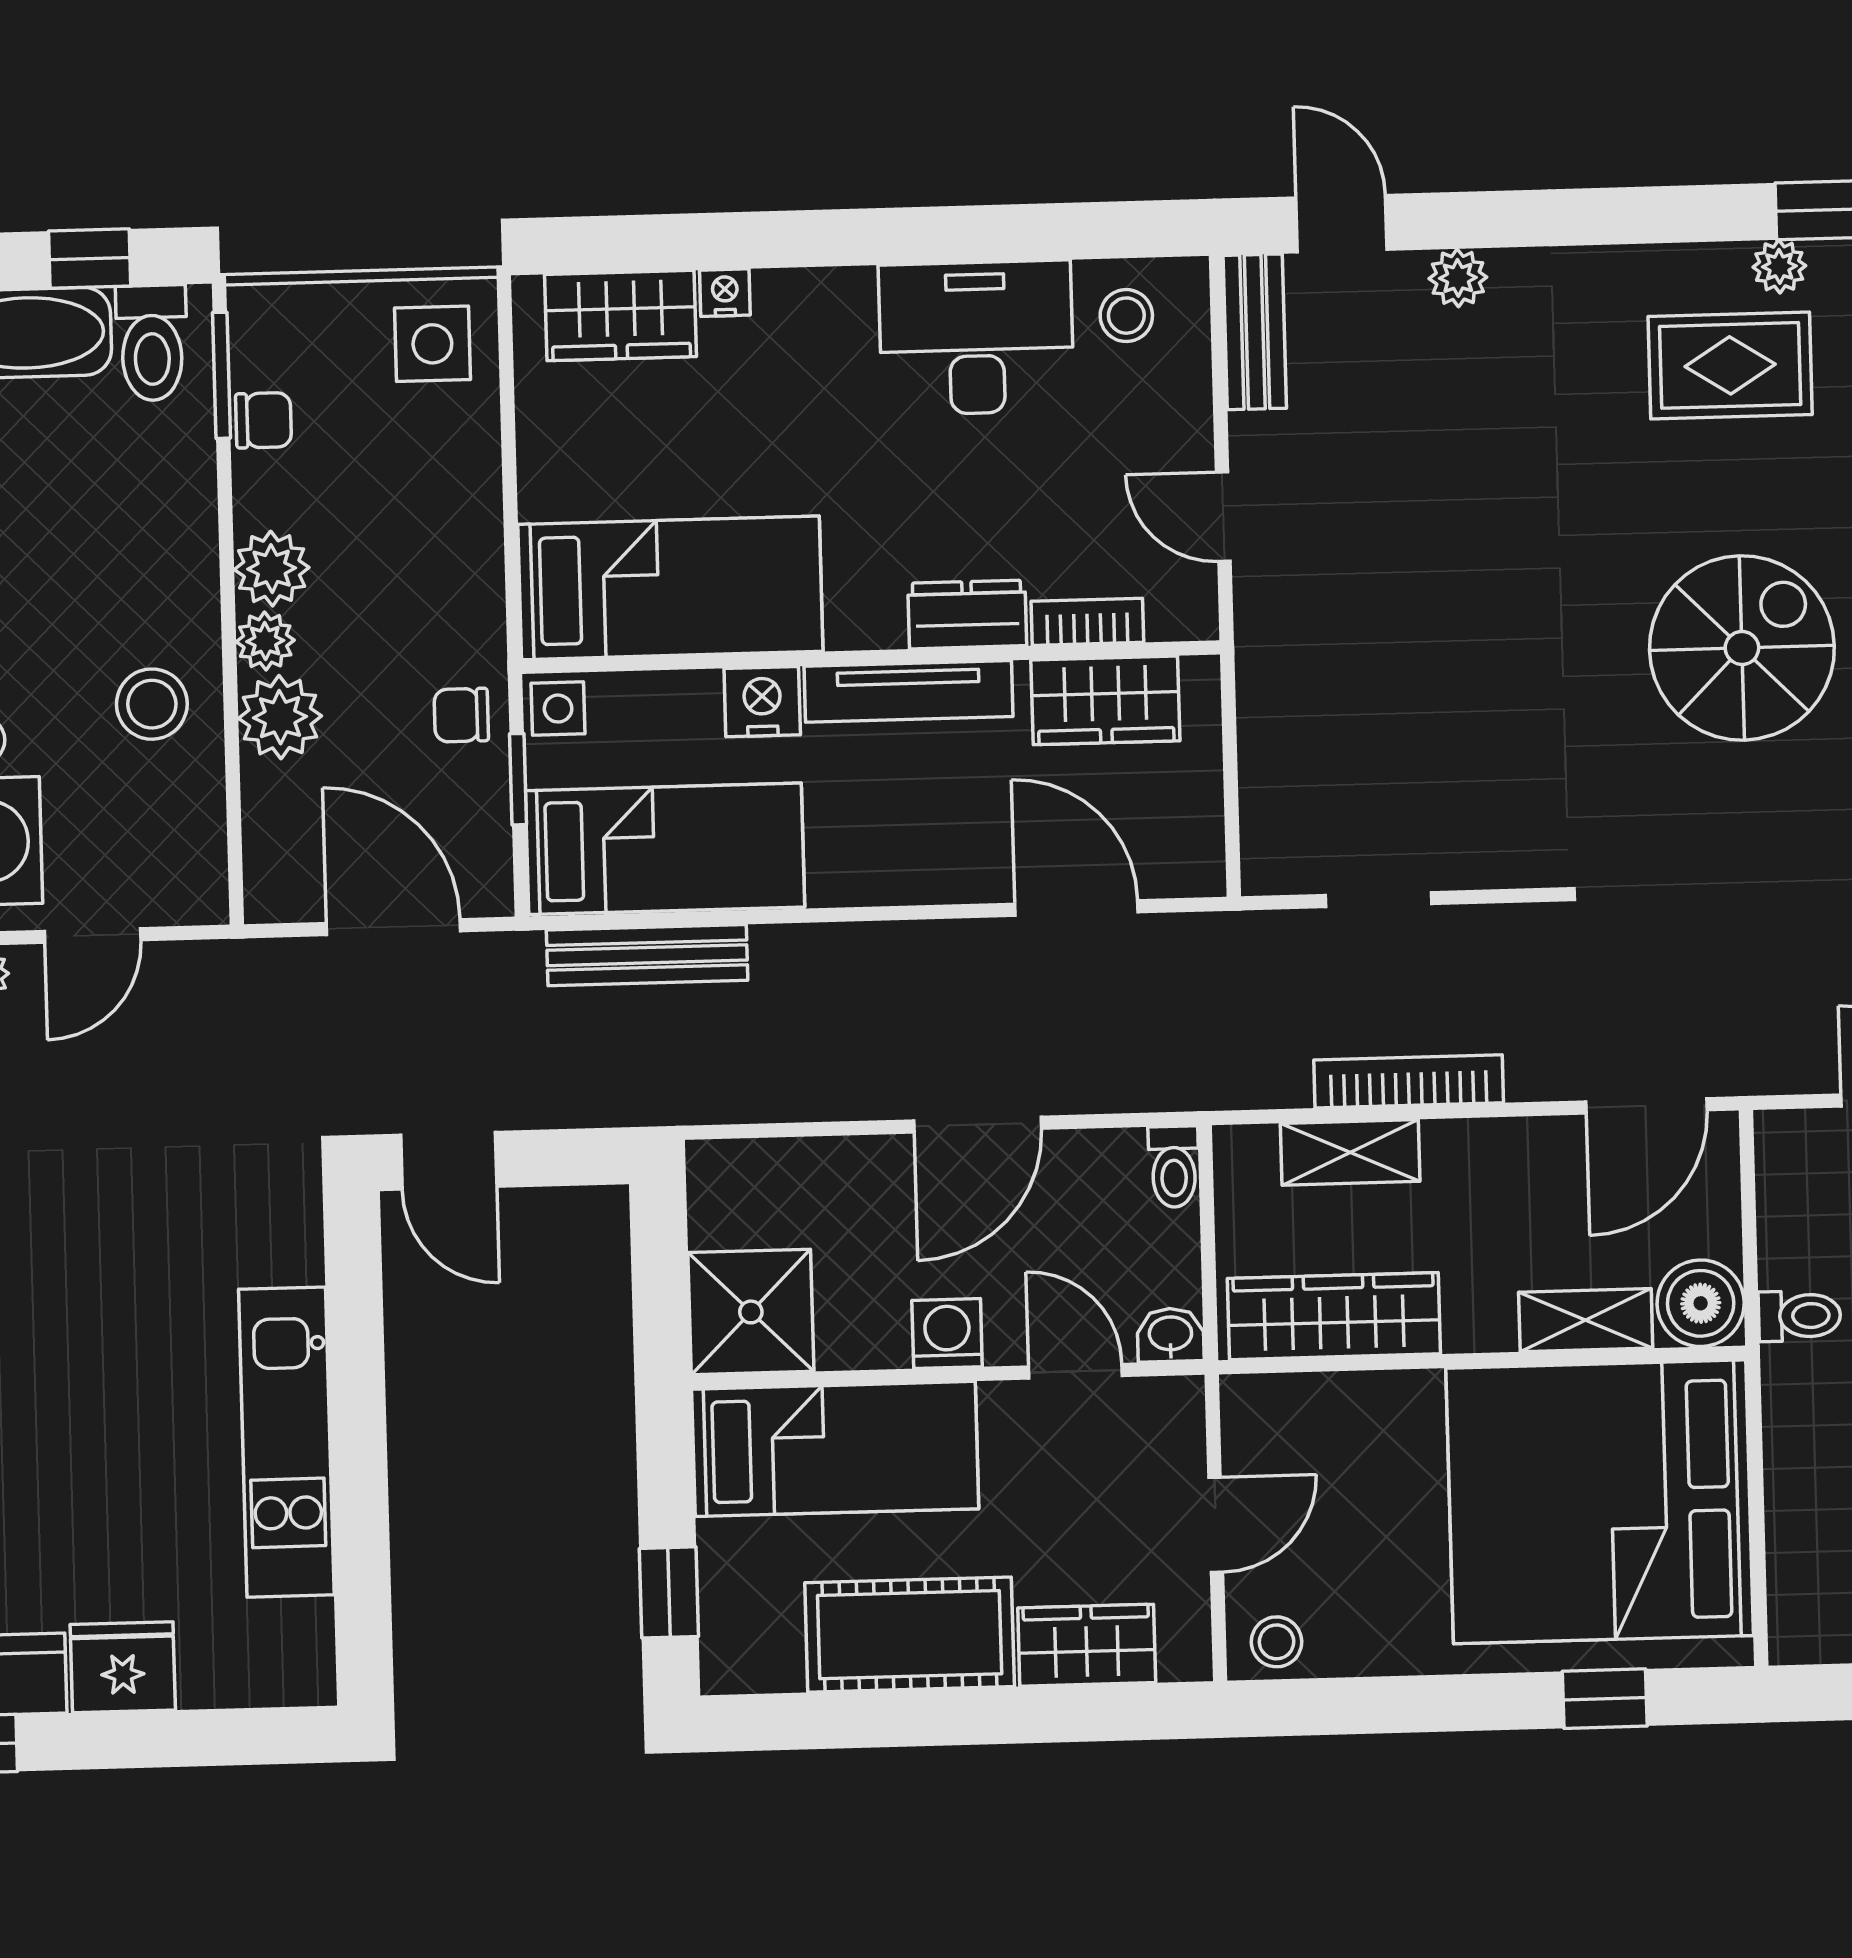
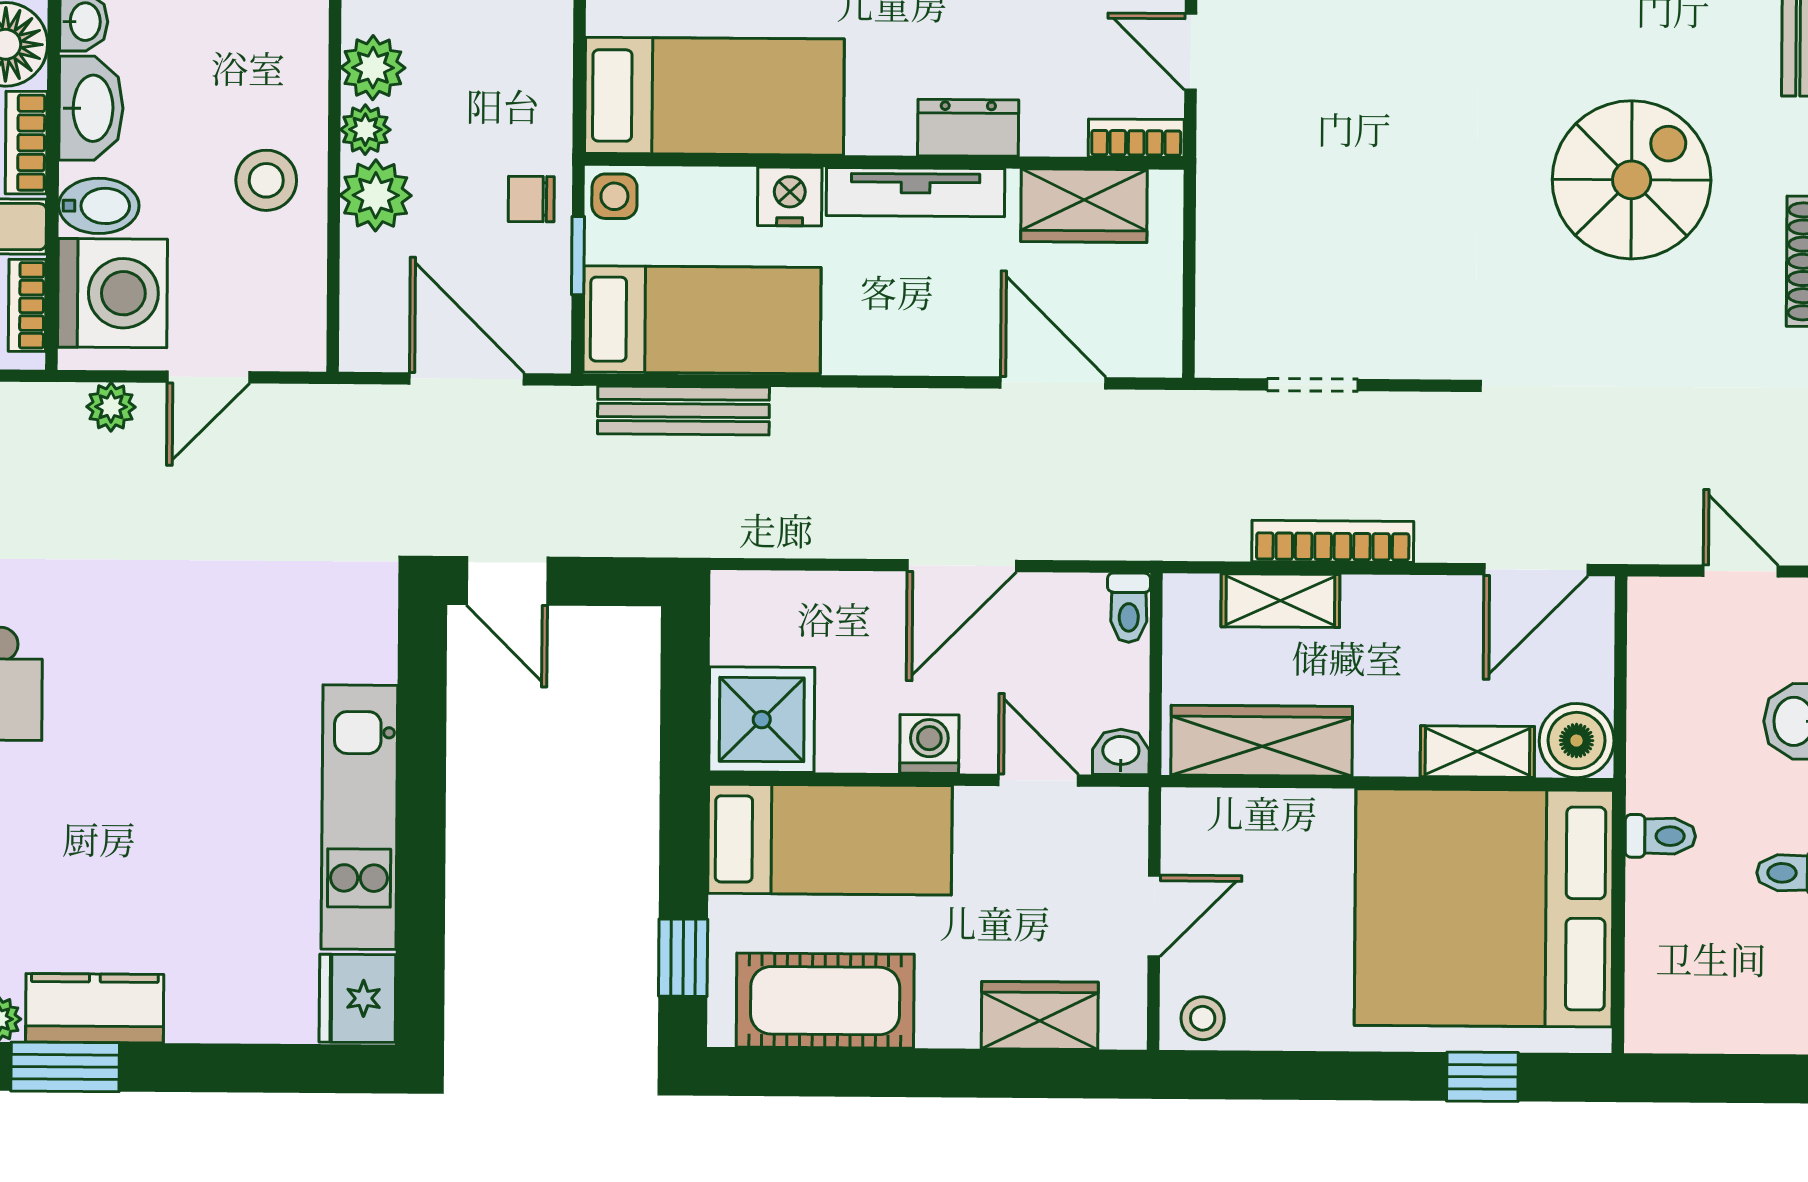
bookcase: (1087, 622) -> (1136, 138), moved
toilet: (1799, 1316) -> (1660, 836), moved
cot: (910, 1635) -> (825, 1001), moved
fridge: (123, 1667) -> (357, 998), moved, turned -90

